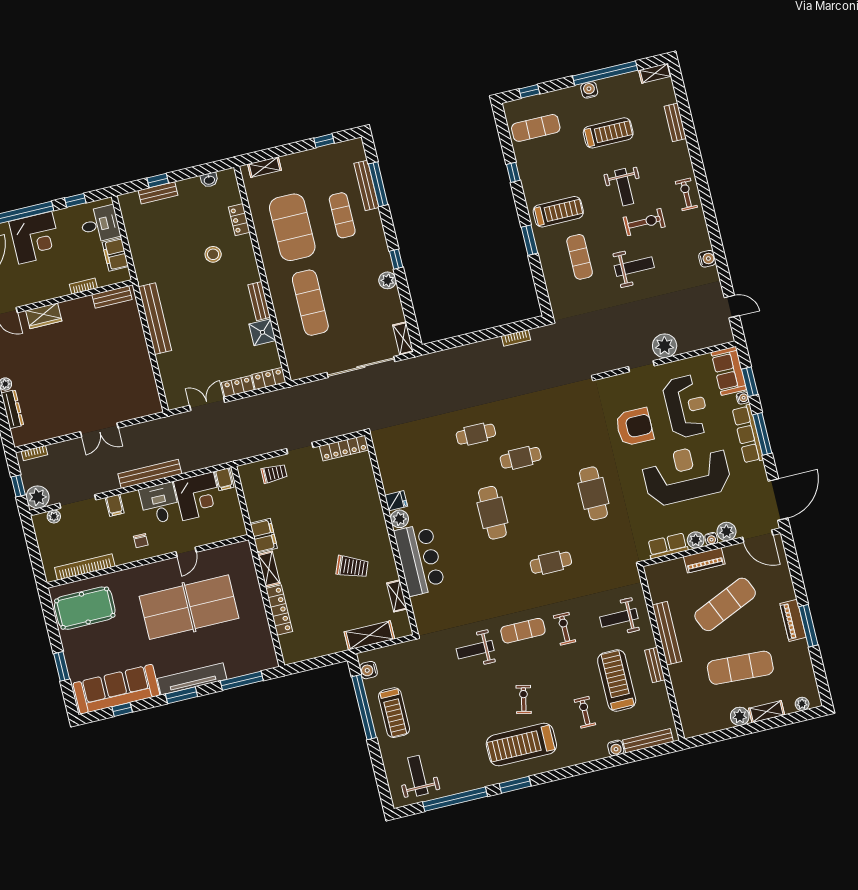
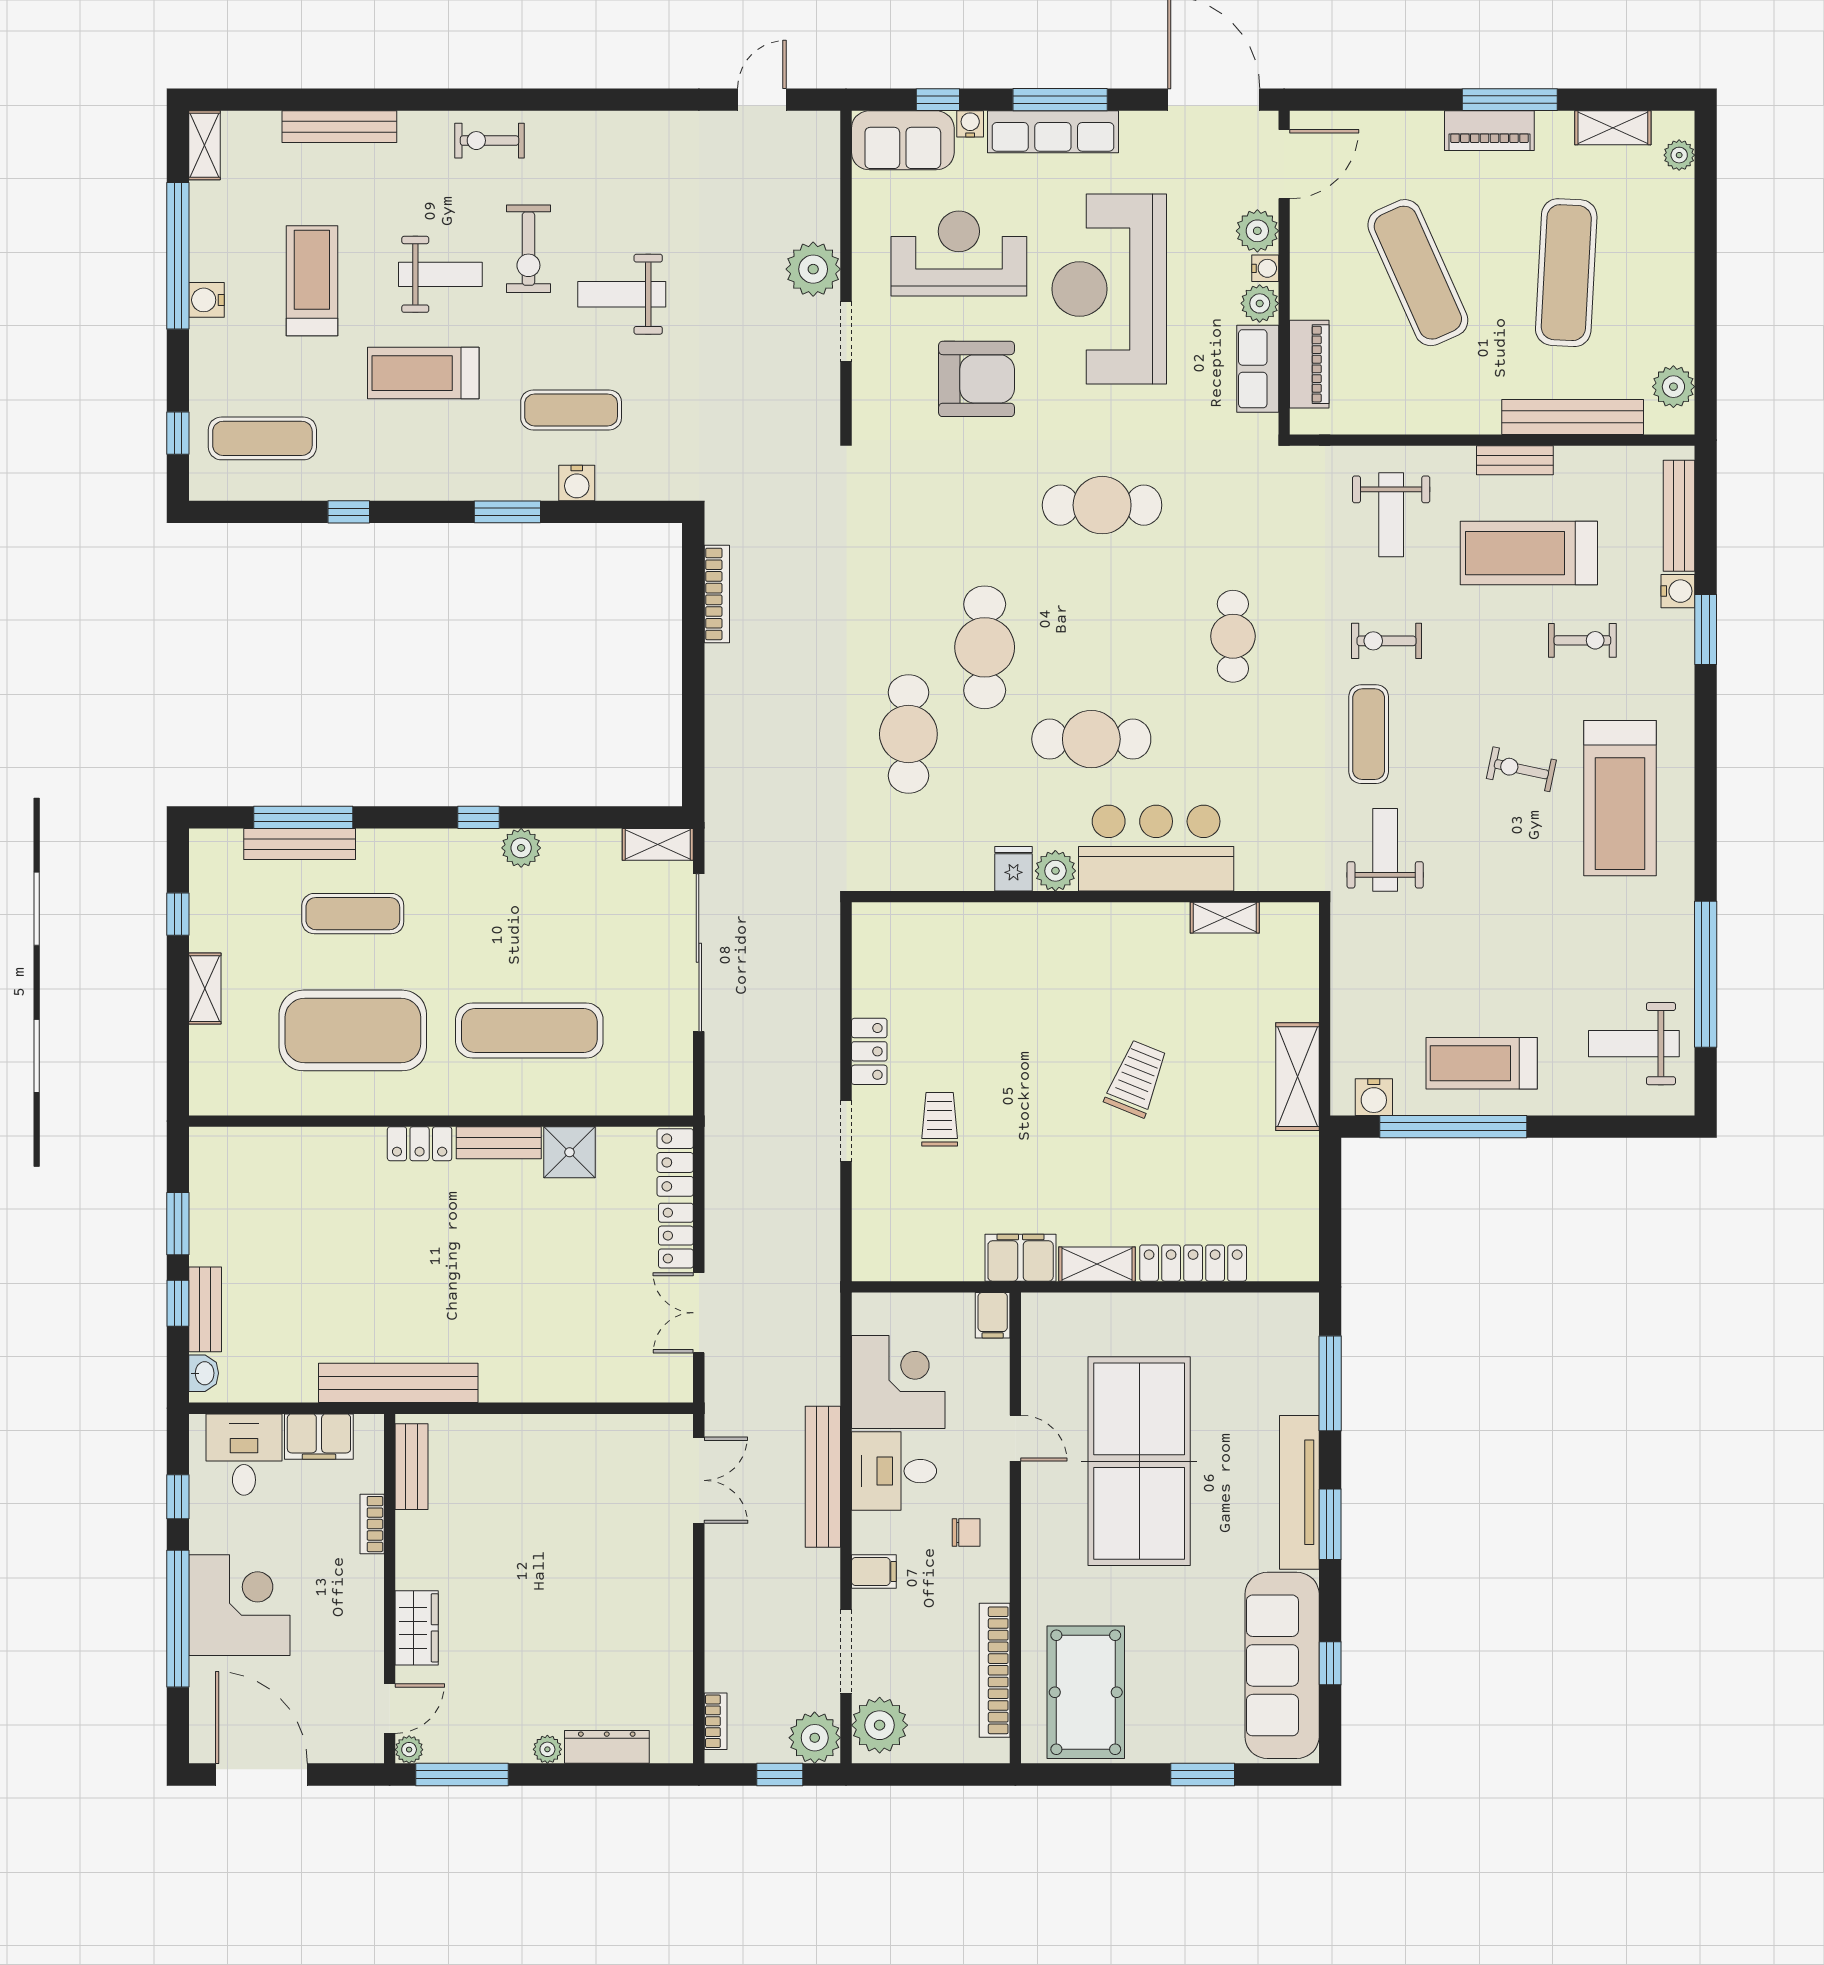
bench: (675, 122) -> (339, 127), width x1.36
exercise mat: (536, 128) -> (262, 438), turned 90
shelving: (265, 167) -> (205, 989), moved
window: (192, 172) -> (178, 1224), added
washbasin: (209, 180) -> (204, 1373), moved
treadmill: (558, 212) -> (423, 373), moved, turned -90
locker: (239, 220) -> (420, 1144), moved
exercise bike: (644, 222) -> (528, 249), turned 180
stool: (213, 254) -> (371, 1220), removed
water cooler: (707, 259) -> (577, 483), moved, turned 180
weight bench: (634, 267) -> (622, 294), turned -90
bench: (155, 319) -> (398, 1383), moved
bookcase: (516, 338) -> (717, 594), width x1.56
window: (750, 382) -> (938, 100), width x0.67
armchair: (634, 427) -> (977, 379), turned 90
double door: (99, 430) -> (699, 1480), moved
cafe table: (476, 434) -> (908, 734), width x1.37, depth x1.35
locker: (344, 448) -> (869, 1051), width x0.66
cafe table: (521, 458) -> (985, 647), width x1.37, depth x1.35
trolley: (274, 473) -> (940, 1119), moved
filing cabinet: (224, 479) -> (993, 1315), moved, turned 90
fridge: (396, 501) -> (1014, 869), moved
plant: (54, 516) -> (880, 1725), width x1.87, depth x1.87
plant: (399, 519) -> (1055, 871), moved
wall: (392, 534) -> (1085, 897), moved
bar counter: (419, 560) -> (1156, 848), moved
piano: (704, 560) -> (1309, 364), moved
shelving: (397, 596) -> (1225, 918), moved
bench: (667, 633) -> (1573, 417), moved
weight bench: (475, 650) -> (1385, 850), turned 180
exercise bike: (585, 712) -> (1582, 640), turned 180
shelving: (767, 712) -> (1613, 128), moved, turned 90
treadmill: (394, 713) -> (1482, 1063), turned 180
plant: (740, 716) -> (1673, 387), moved
window: (515, 785) -> (1706, 630), moved

